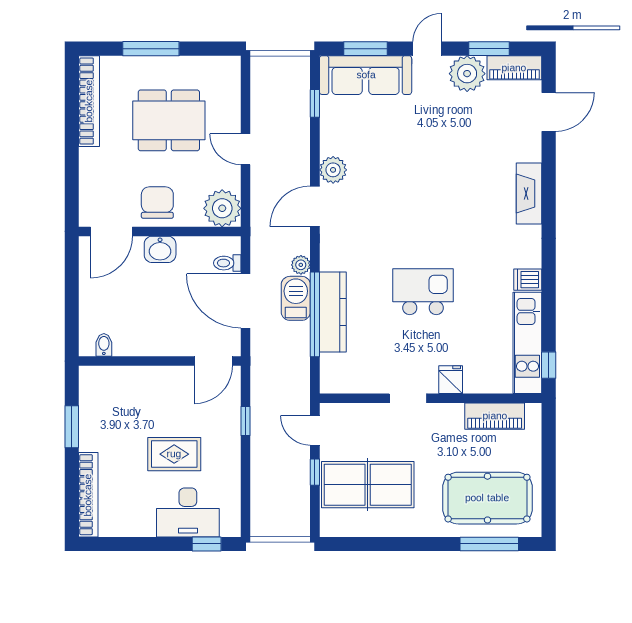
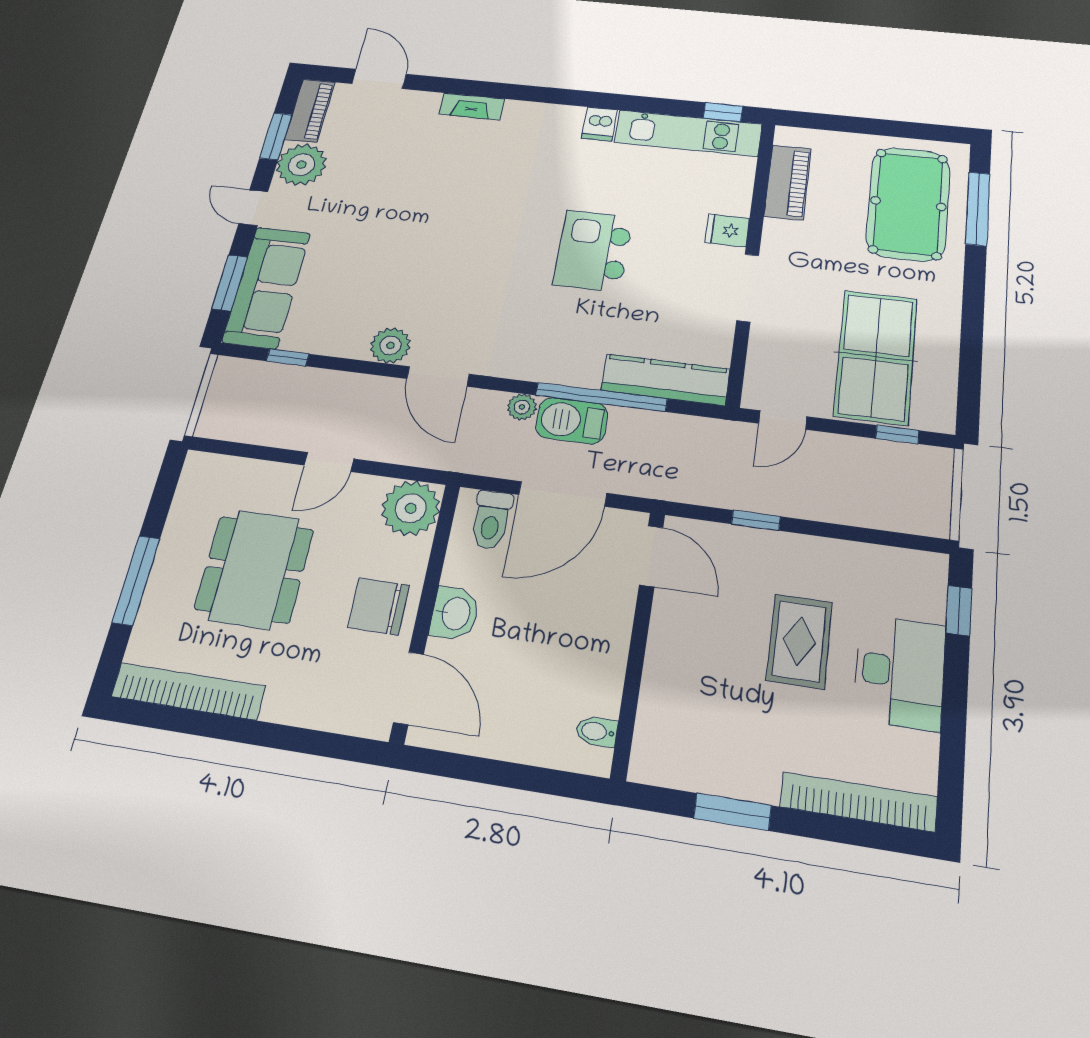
fireplace: (529, 194) -> (472, 106), width x0.73, depth x0.76
toilet: (227, 263) -> (491, 520), width x1.37, depth x1.39
kitchen counter: (333, 312) -> (665, 380), moved
doorway: (408, 398) -> (748, 288), width x1.38
window: (315, 472) -> (897, 434), moved
desk: (188, 512) -> (900, 672), moved

